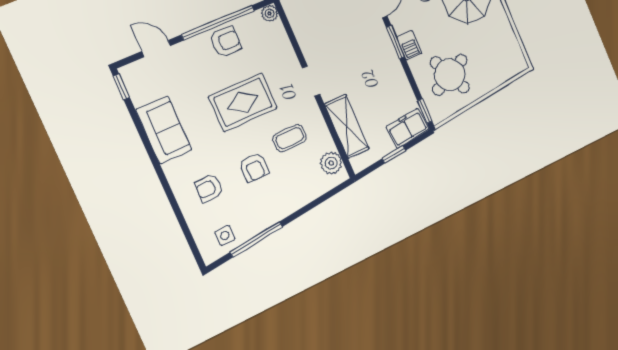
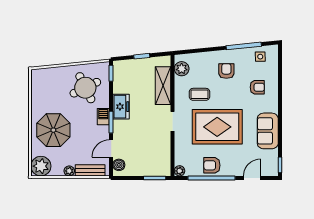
door: (156, 49) -> (252, 178), swing flipped
rug: (243, 102) -> (217, 127), width x1.37, depth x1.44
freezer: (407, 128) -> (121, 107), moved, turned -84
armchair: (254, 167) -> (226, 71), moved

